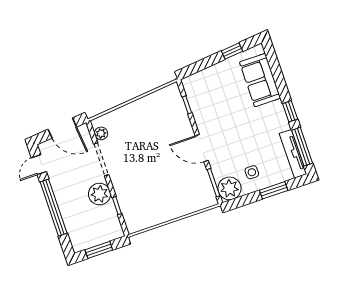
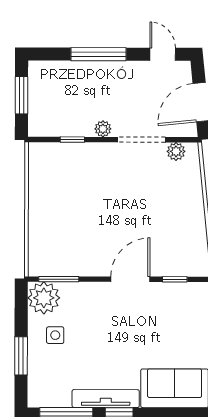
door: (202, 148) -> (130, 279), moved
tv unit: (293, 154) -> (106, 399), moved
plant: (99, 194) -> (103, 129), width x0.53, depth x0.53
window: (54, 208) -> (99, 54), width x0.68

